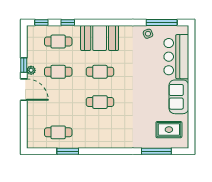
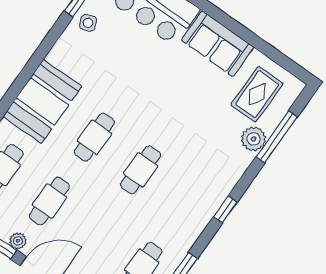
plant: (148, 142) -> (254, 139), added
window: (109, 151) -> (225, 209), added

